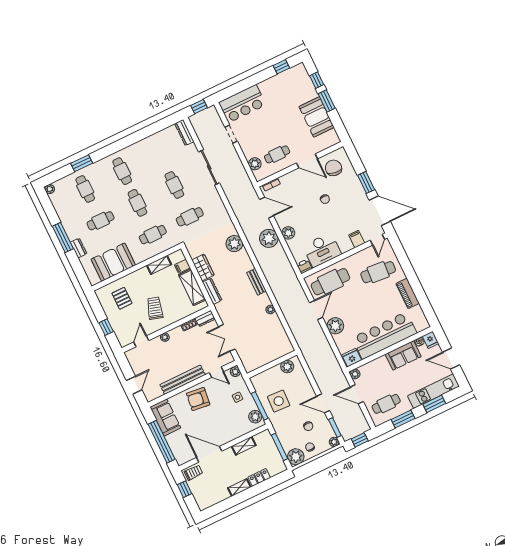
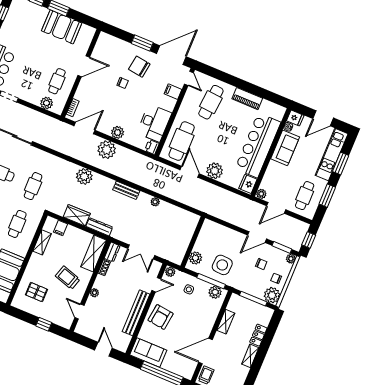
chair: (334, 168) -> (139, 67), moved
shelving: (192, 287) -> (94, 253), moved, turned 90
plant: (287, 367) -> (195, 258), moved

